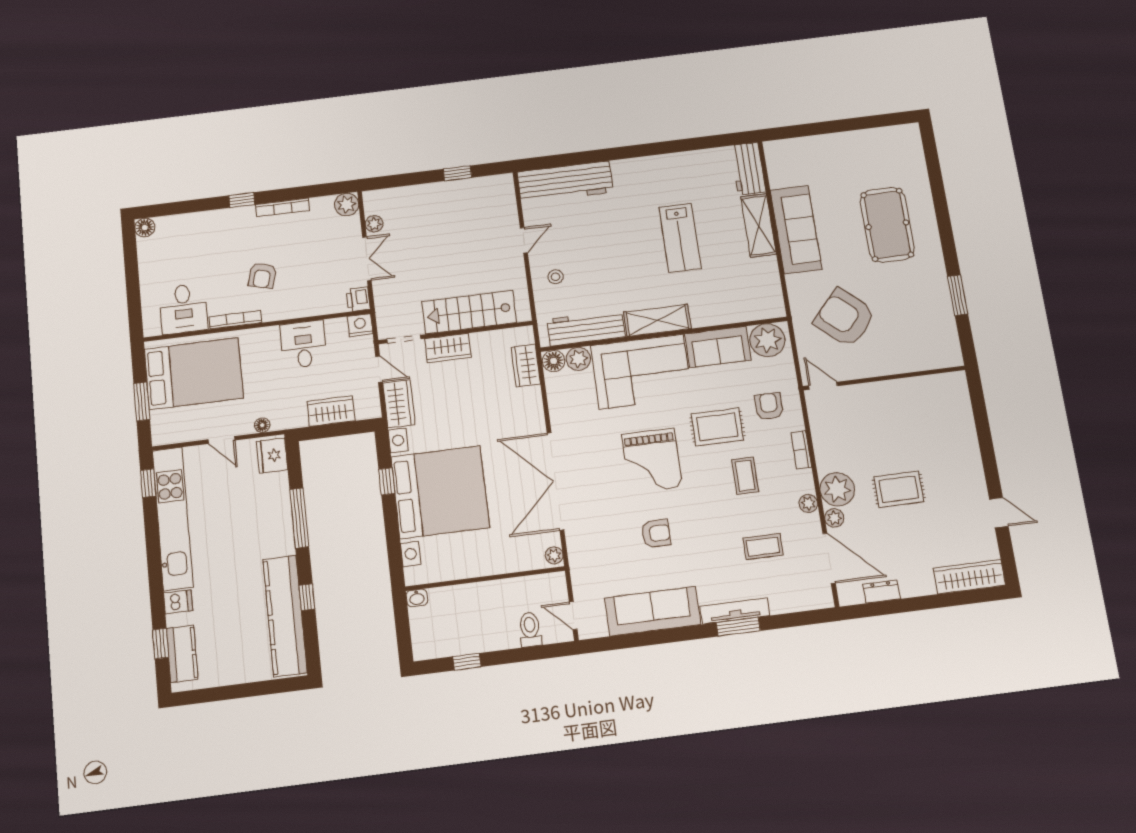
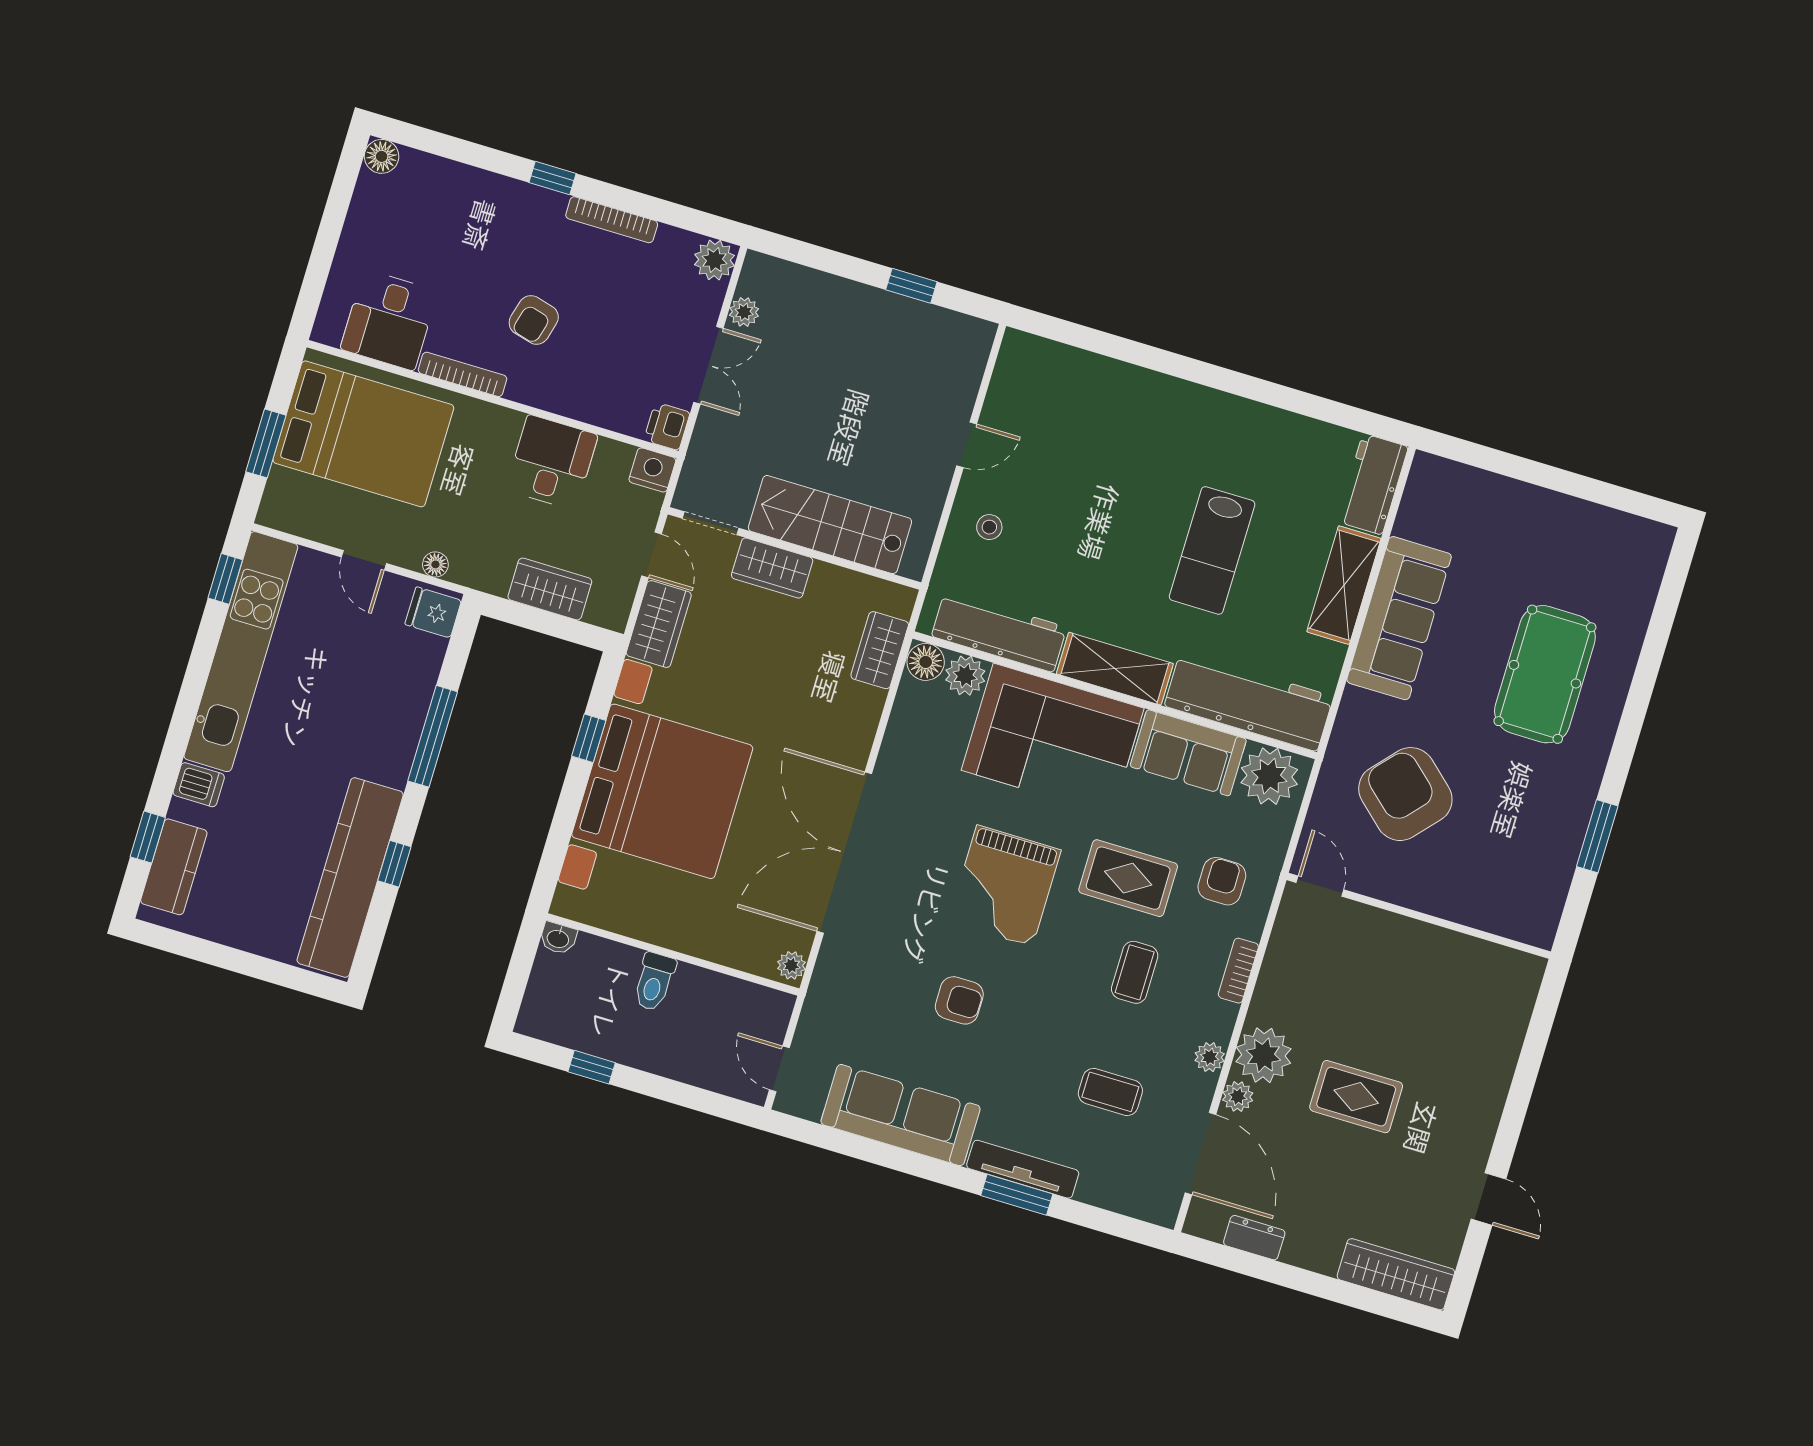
workbench: (565, 182) -> (1249, 701), moved, turned 180
fridge: (272, 456) -> (433, 612), width x0.72
toilet: (530, 629) -> (654, 982), moved, turned 180

